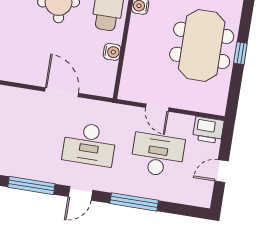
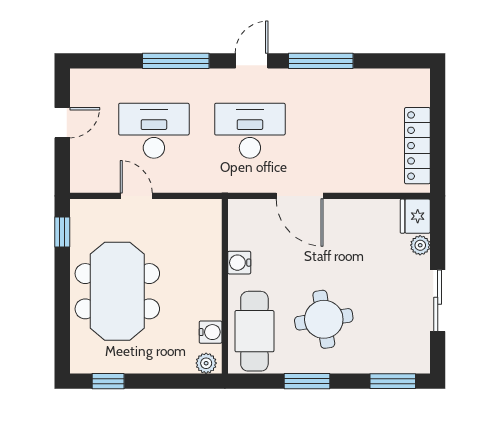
window: (240, 53) -> (62, 232), moved
door: (157, 108) -> (136, 196), moved
printer: (208, 130) -> (90, 176), removed
desk: (158, 155) -> (154, 131), turned 180

